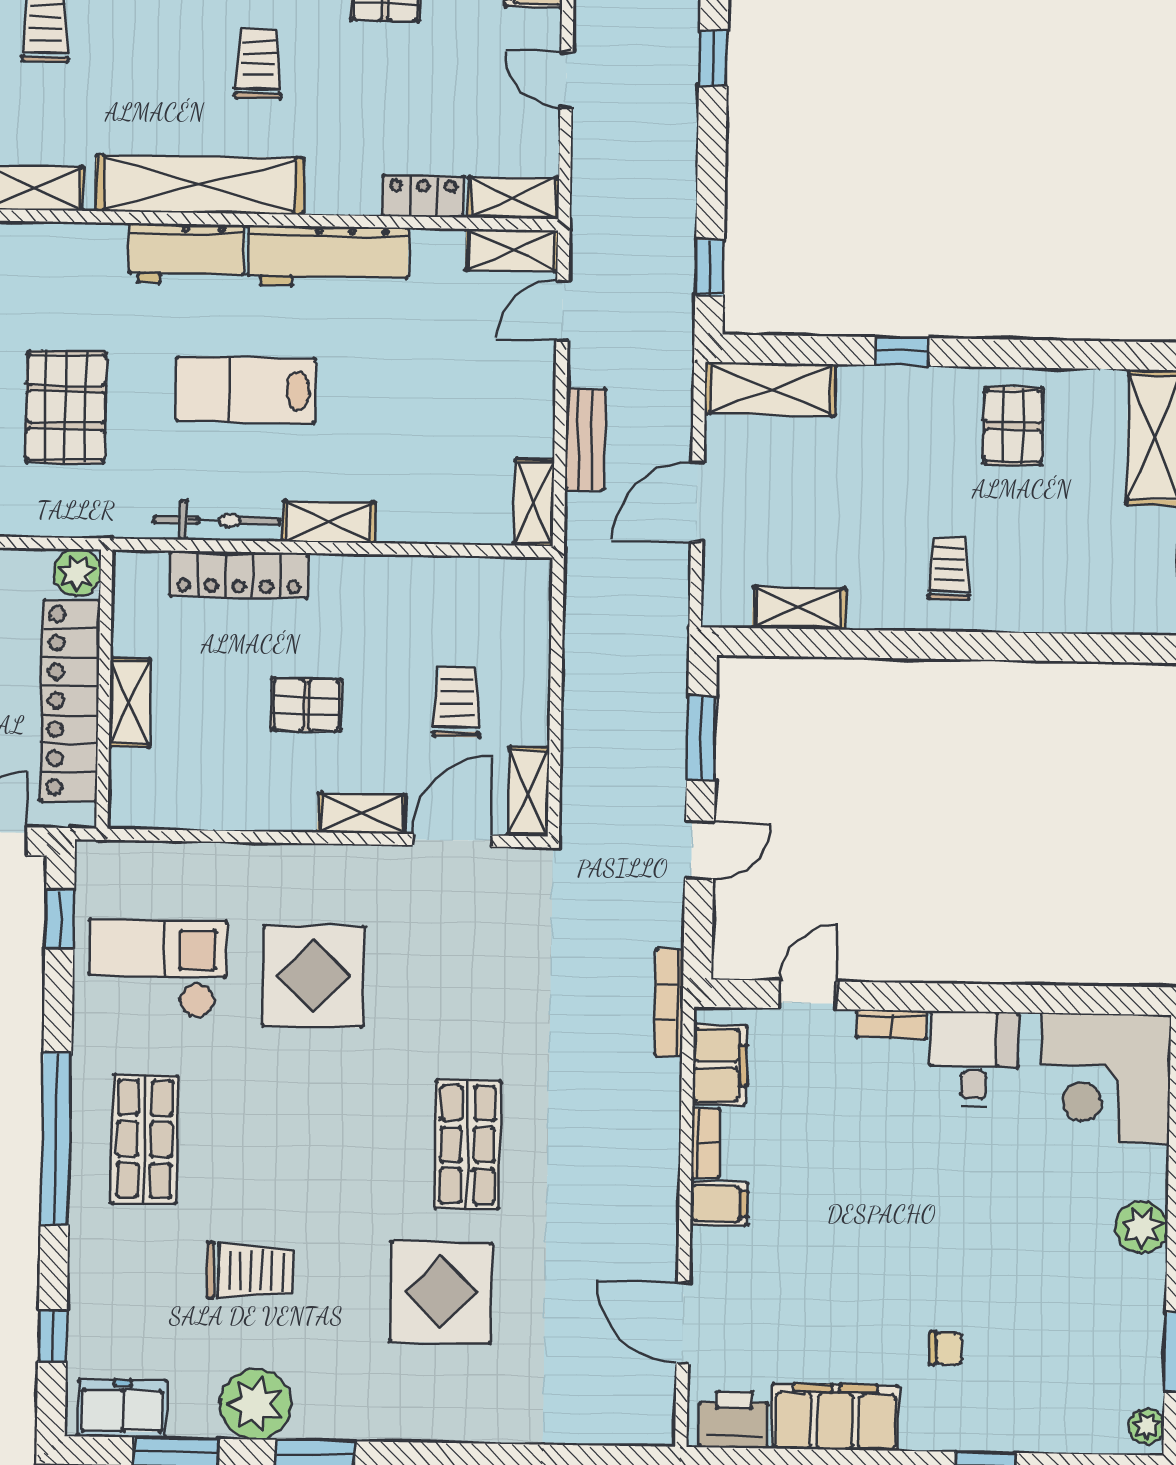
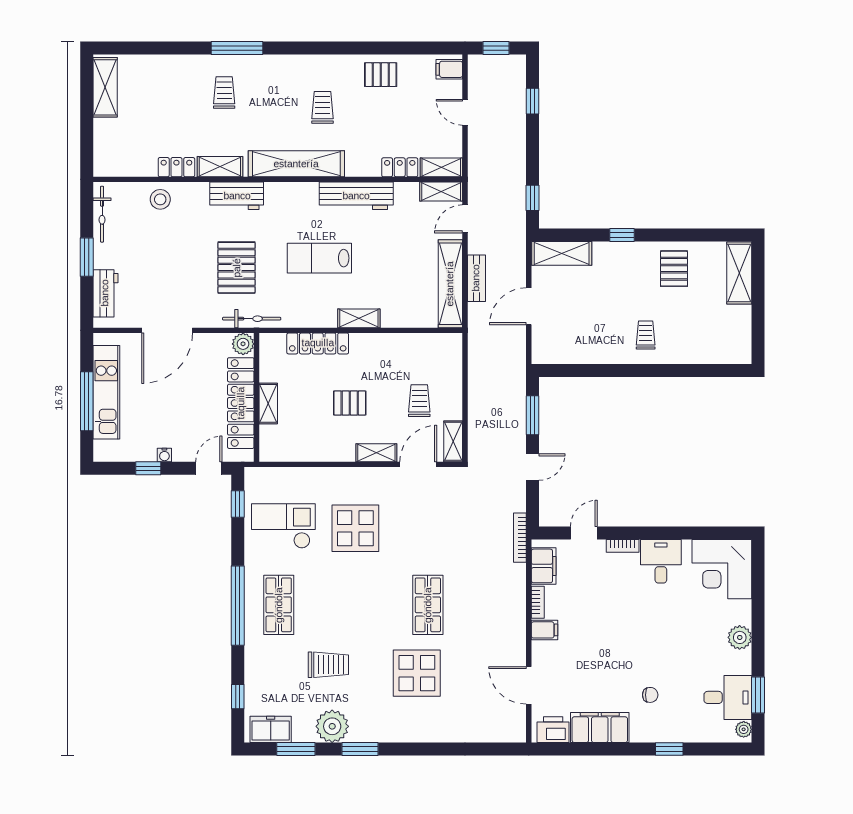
workbench: (186, 254) -> (237, 196), moved
shelving: (534, 503) -> (450, 284), width x2.20, depth x1.33
bicycle: (217, 521) -> (252, 319), moved
shelving: (799, 608) -> (577, 354), removed
desk: (1114, 1356) -> (728, 697), added

